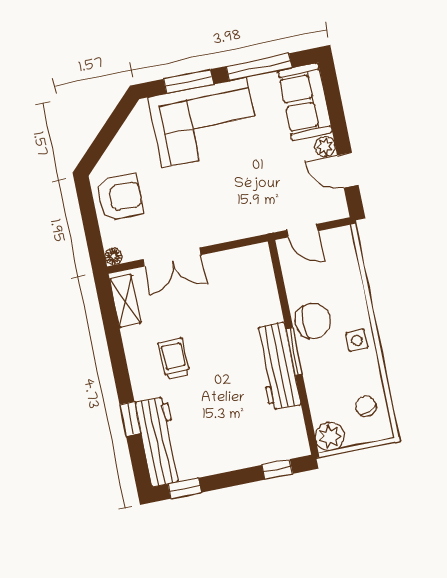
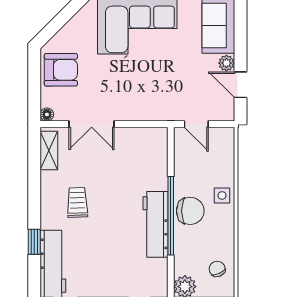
chair: (313, 321) -> (190, 211), moved
side table: (357, 340) -> (222, 195), moved
window: (294, 352) -> (171, 216), width x2.11

